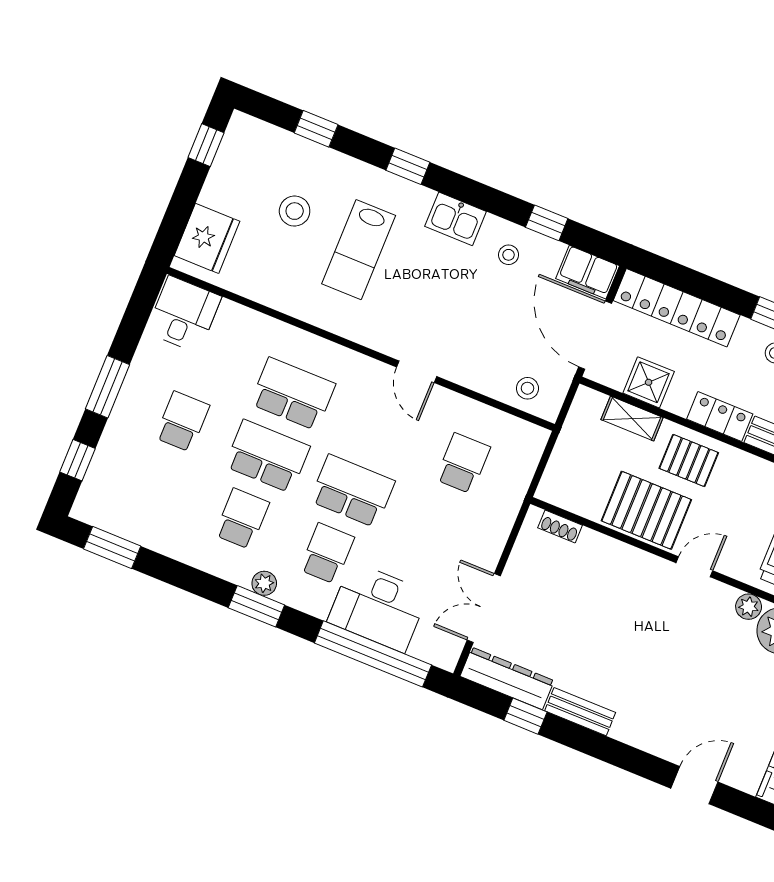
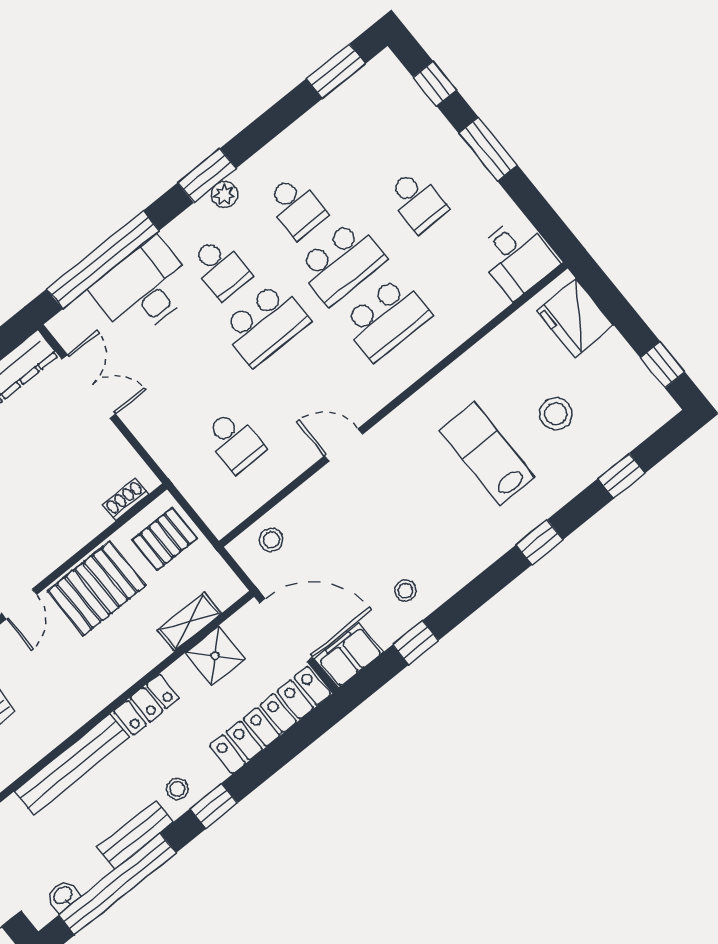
kitchen sink: (456, 219) -> (466, 560), removed
pallet: (689, 460) -> (165, 539), moved

